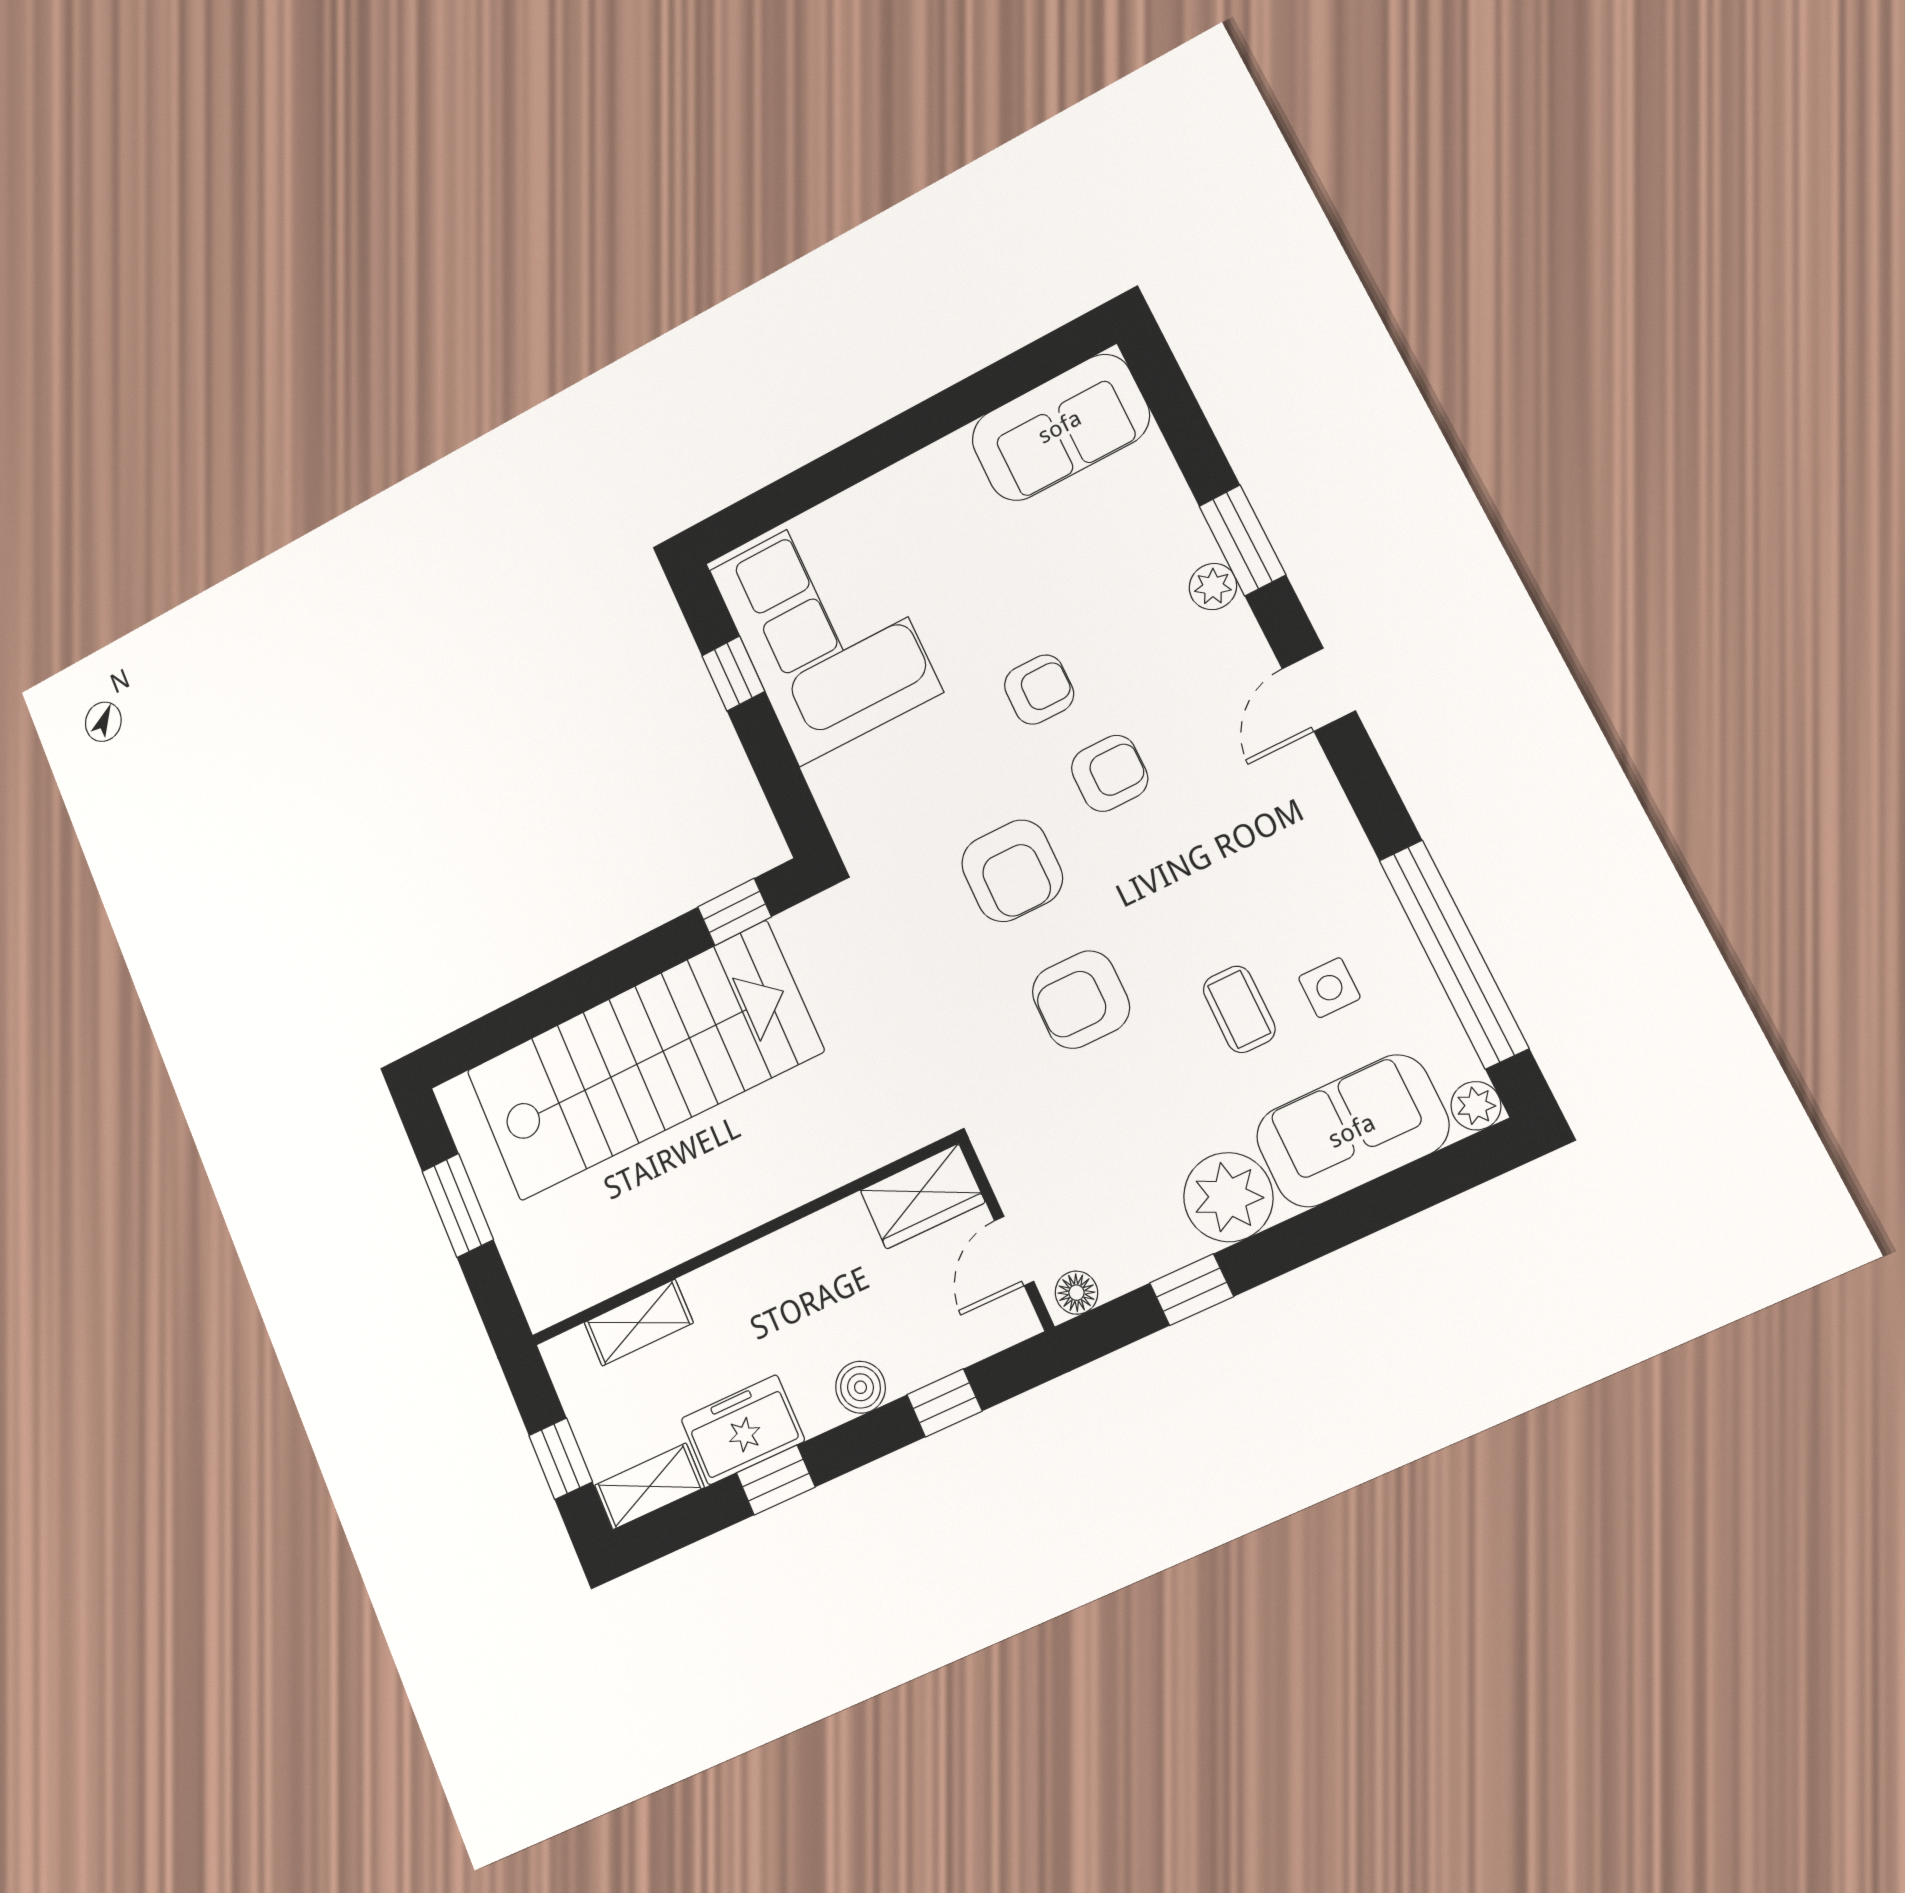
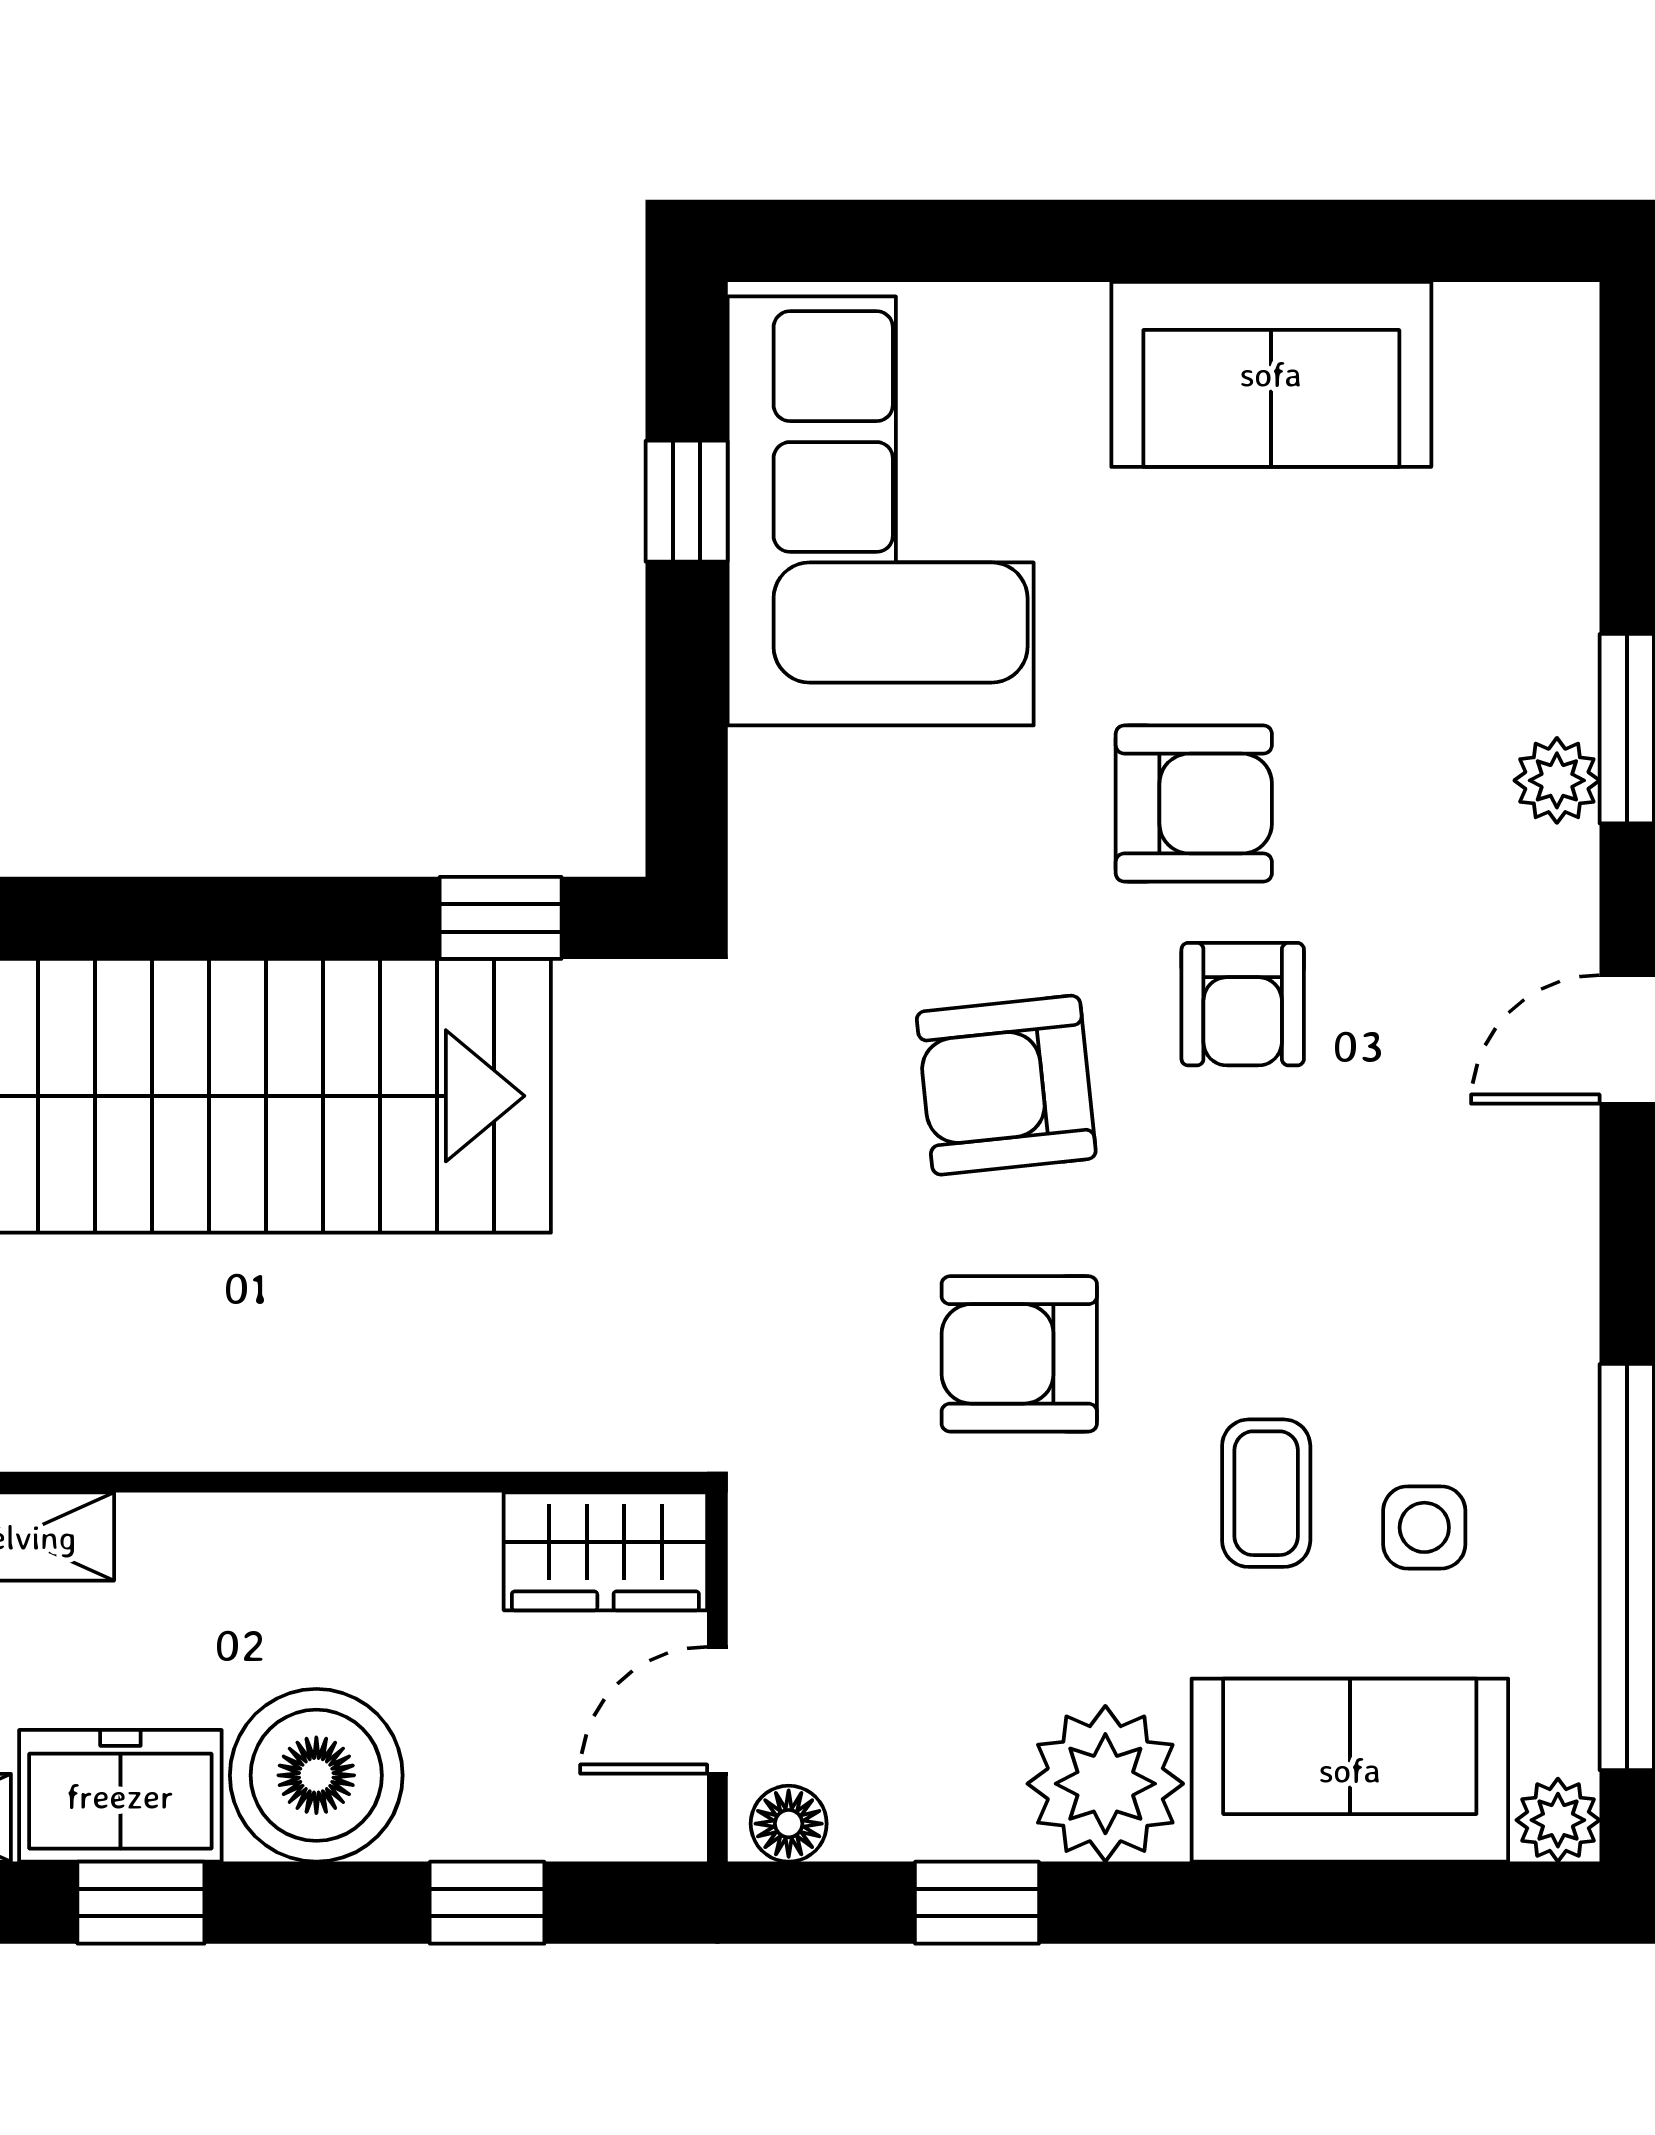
sofa: (1060, 427) -> (1271, 374), moved
armchair: (1039, 690) -> (1194, 804), width x1.38, depth x1.38
armchair: (1110, 773) -> (1243, 1004), turned 90
armchair: (1012, 871) -> (1006, 1085), turned 84
boiler: (860, 1387) -> (316, 1775), width x1.86, depth x1.86

